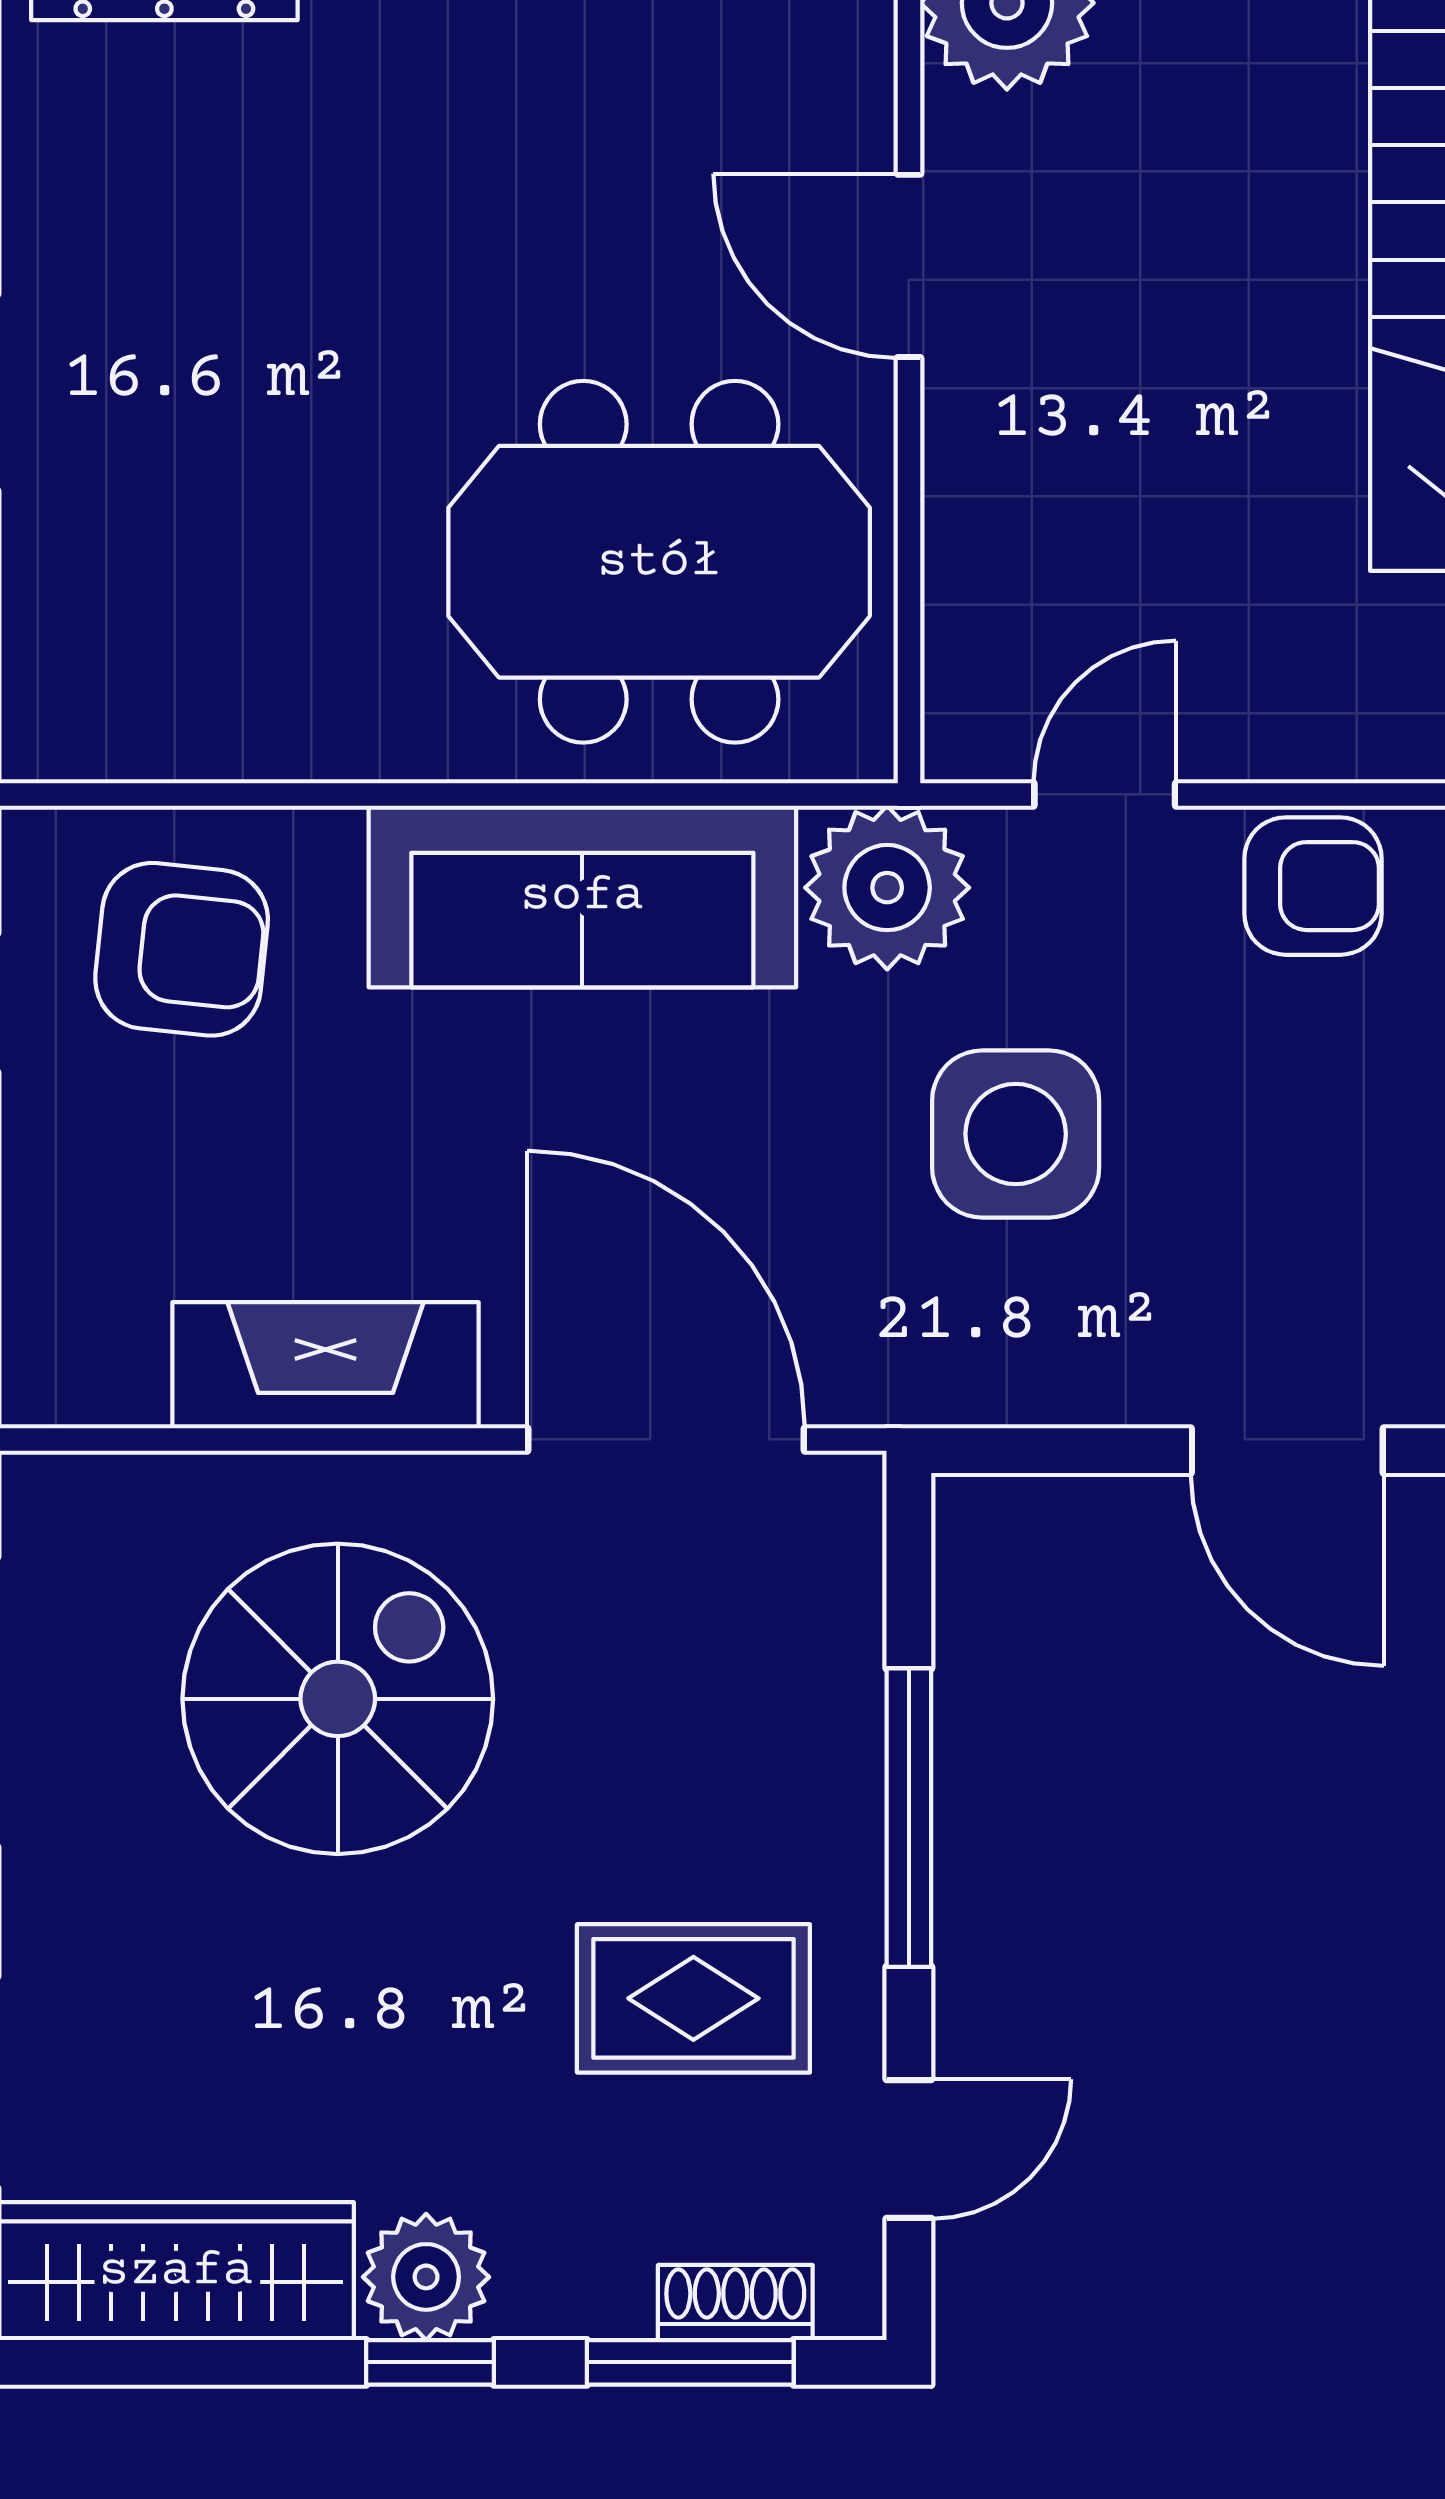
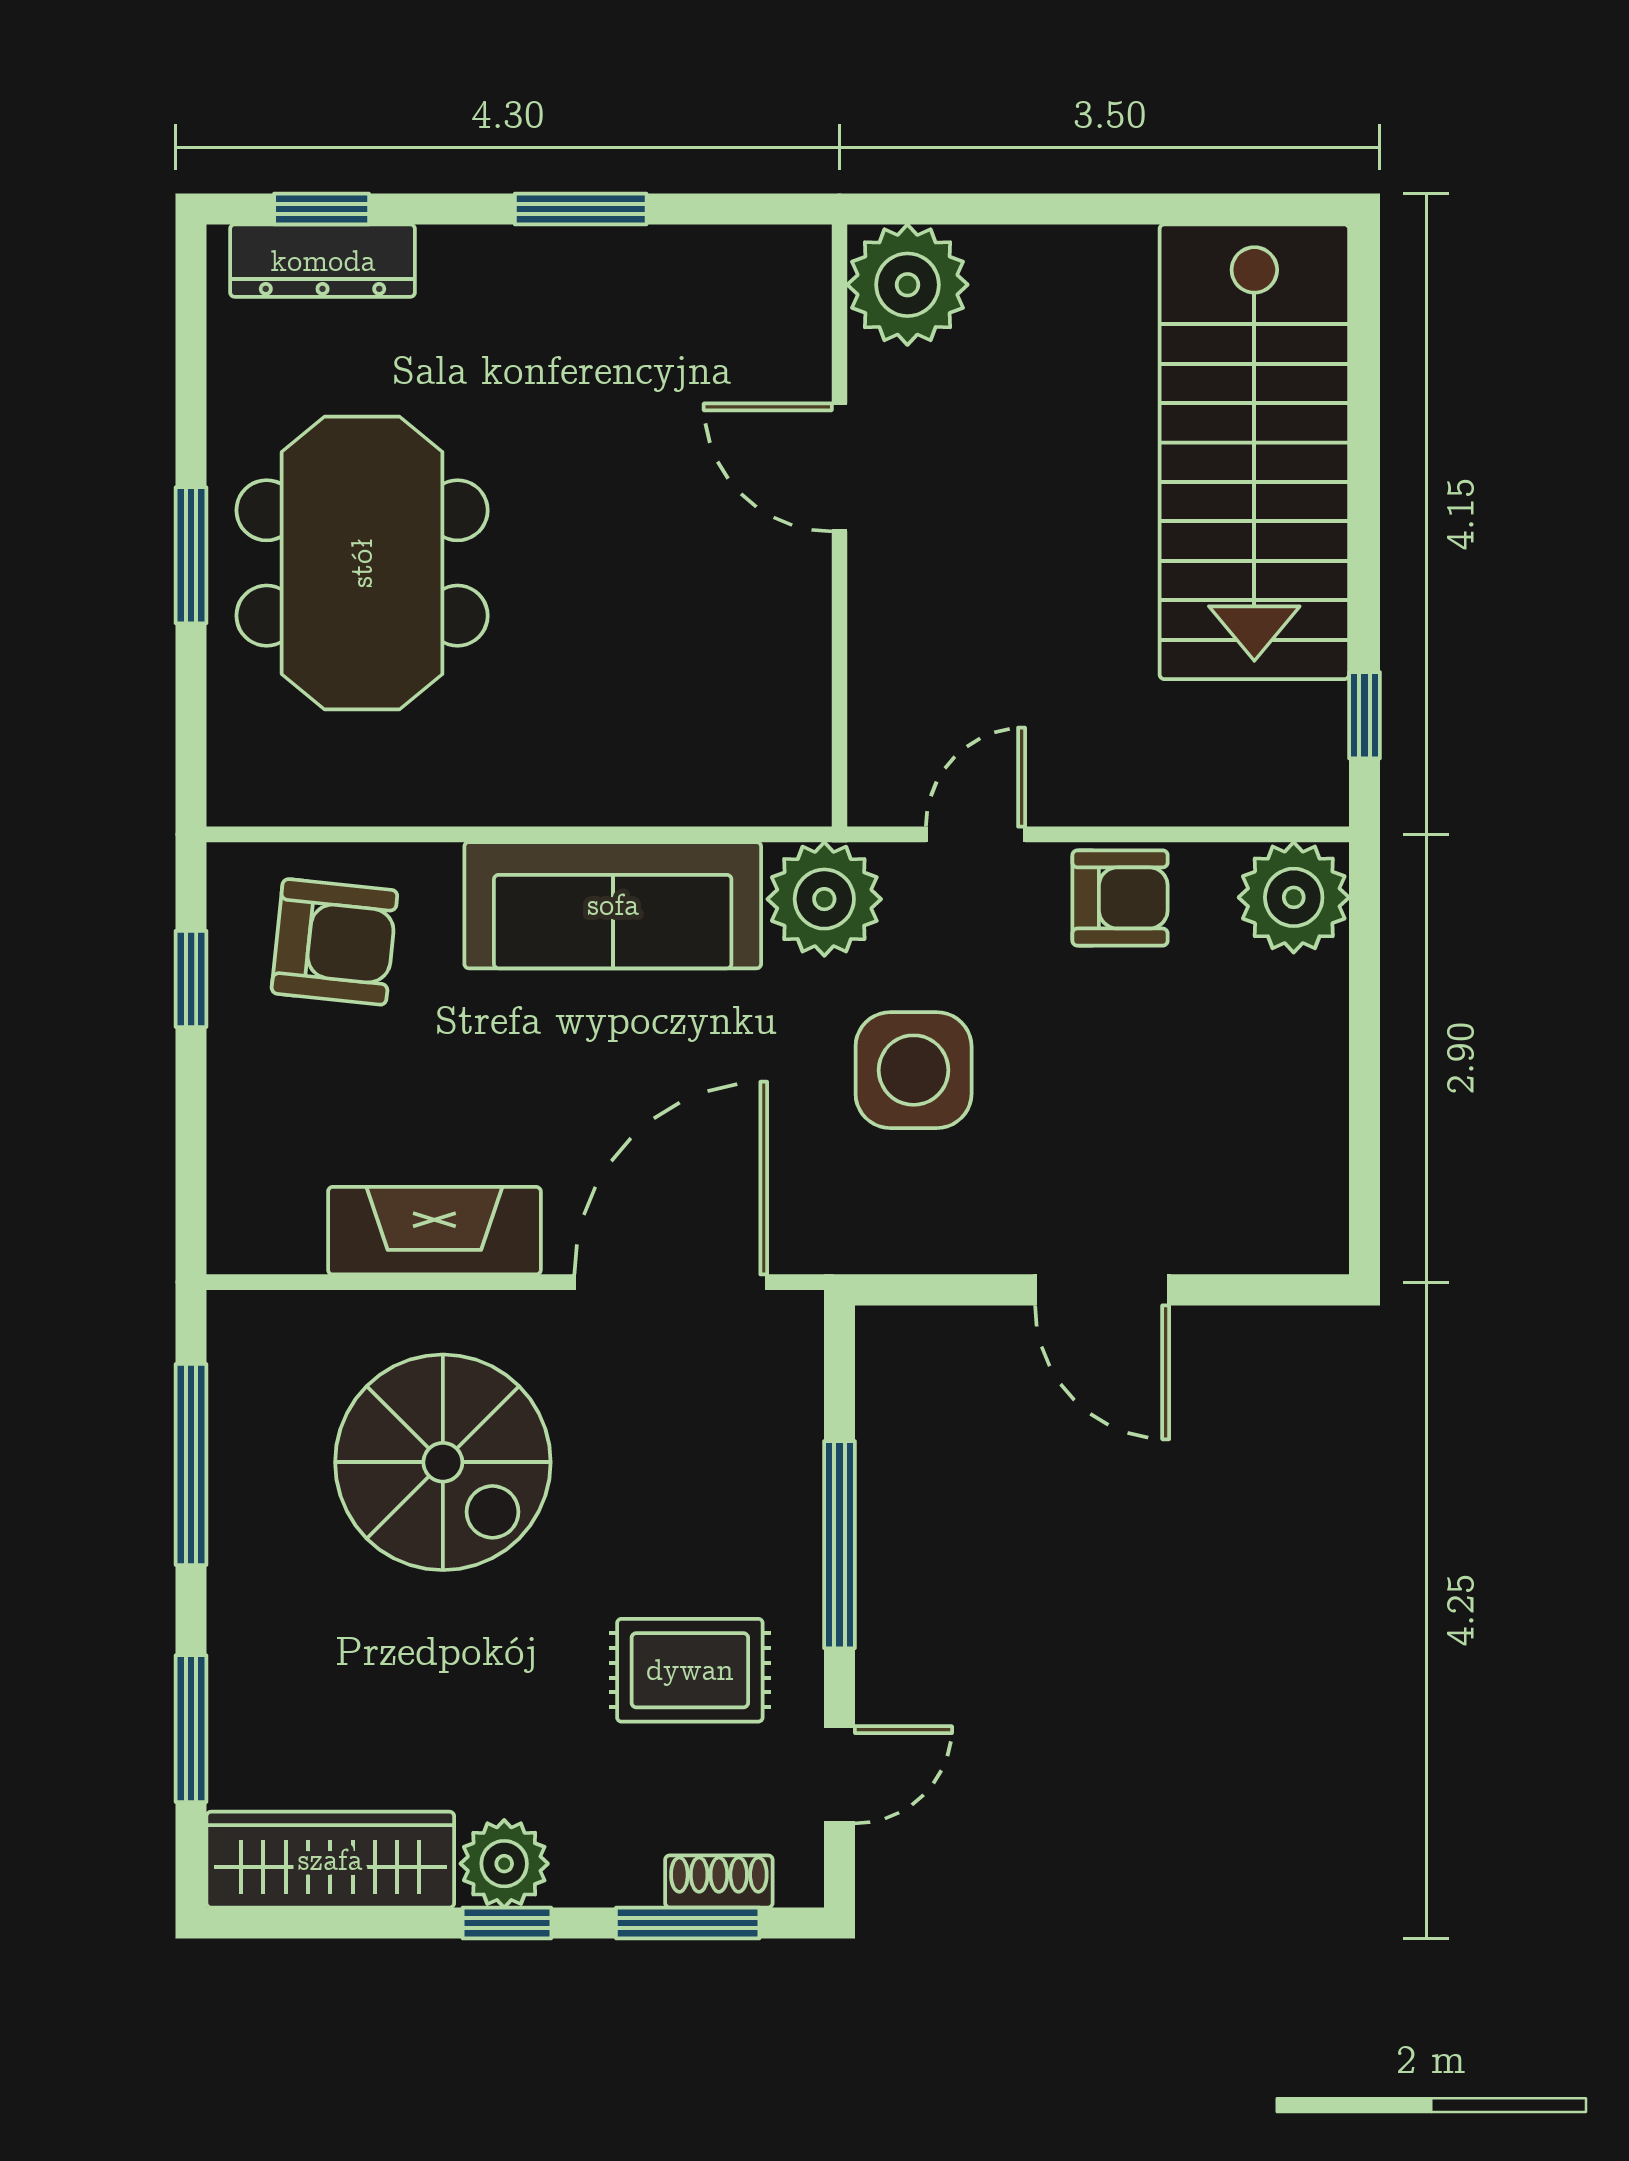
meeting table: (659, 562) -> (362, 563), moved, turned 90
door: (666, 1439) -> (671, 1282), hinge flipped
spiral stairs: (338, 1699) -> (443, 1462), turned 90

